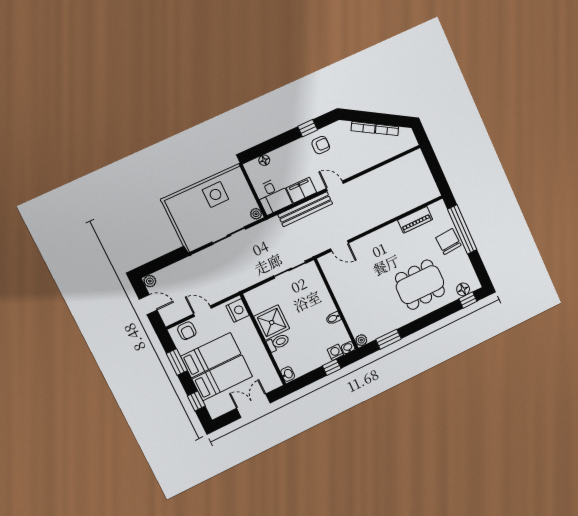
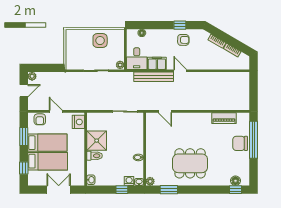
chair: (448, 241) -> (240, 143), turned -86
dining table: (420, 285) -> (190, 163), moved
door: (148, 305) -> (24, 91), hinge flipped

